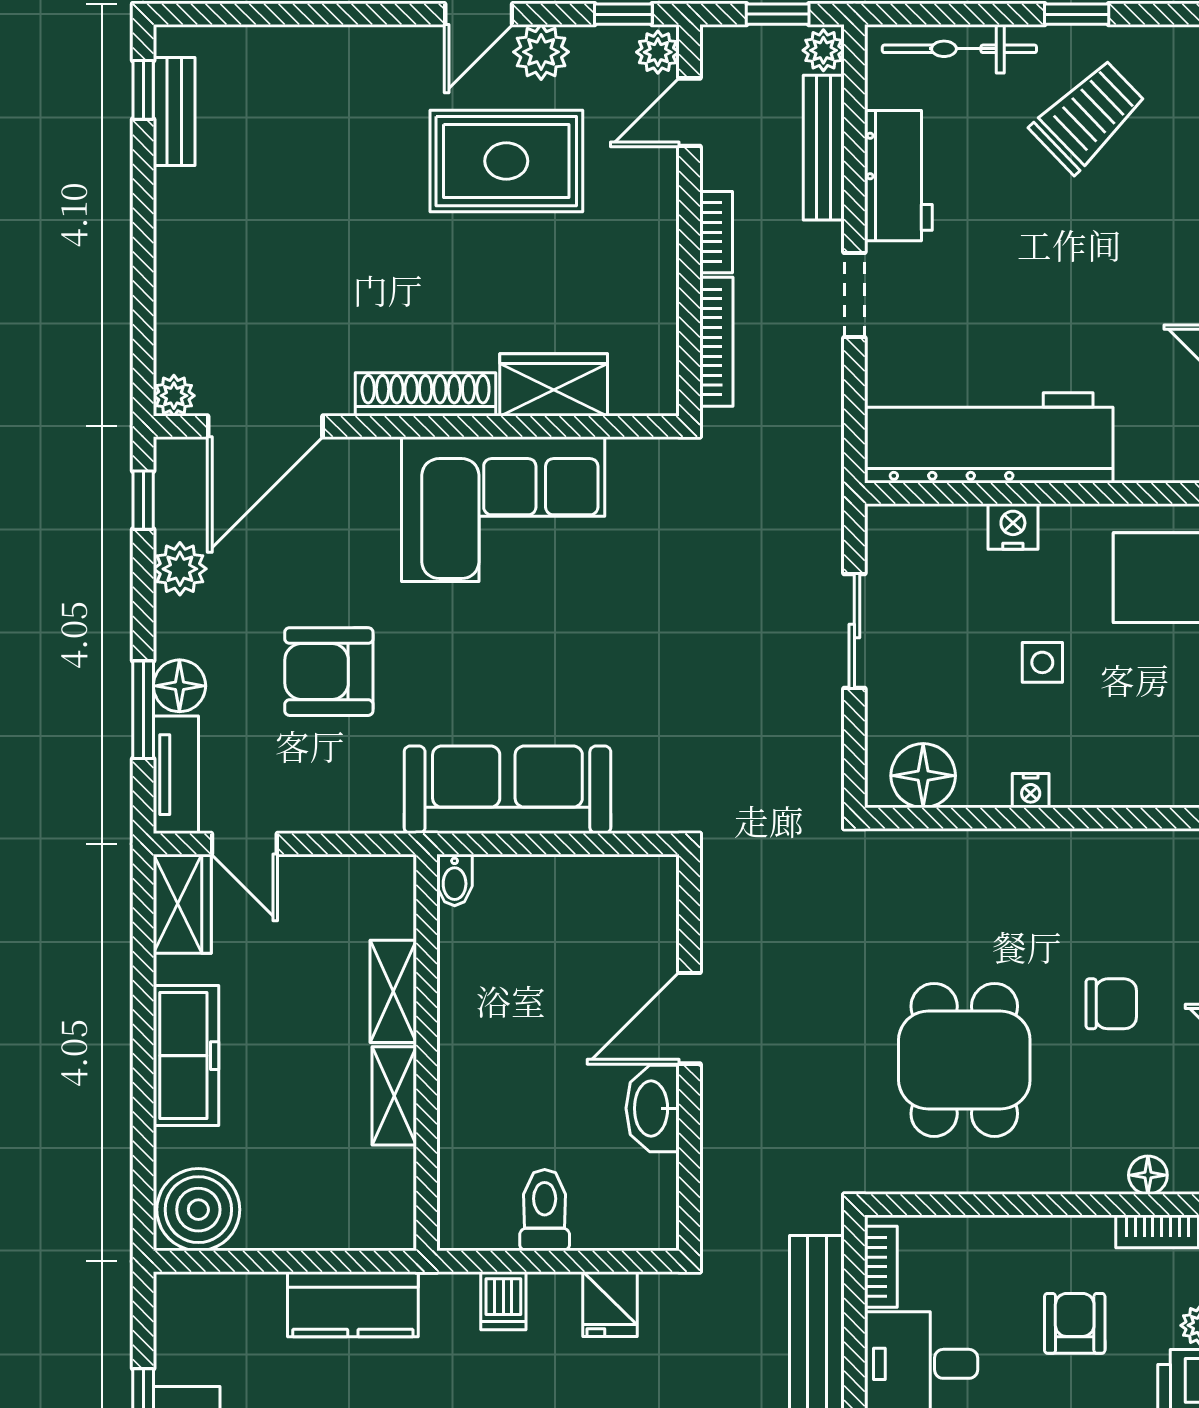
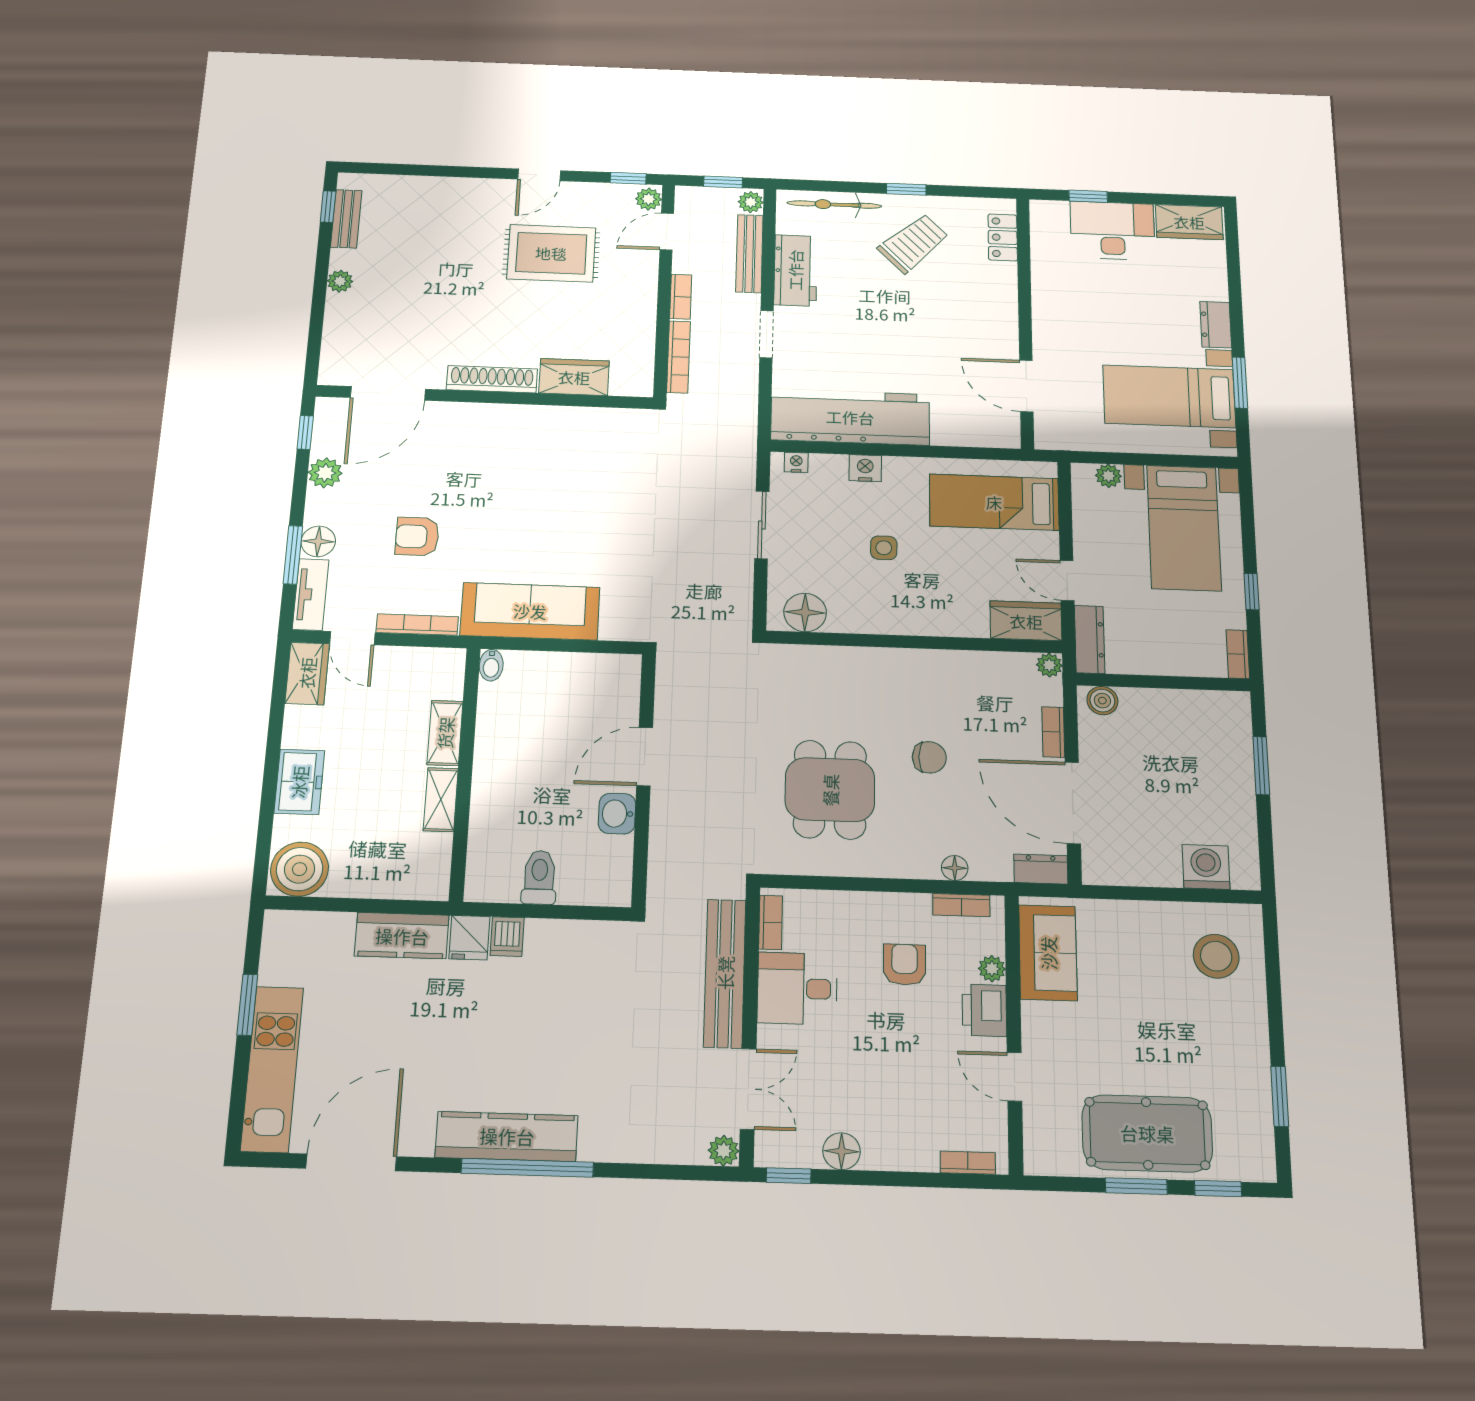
plant: (541, 52) -> (576, 196), removed
plant: (174, 396) -> (340, 281), moved
corner sofa: (503, 509) -> (537, 446), removed
armchair: (329, 672) -> (417, 536), width x0.72, depth x0.72
nightstand: (1031, 791) -> (796, 462), moved, turned 180
bookcase: (339, 818) -> (417, 625), added
freezer: (186, 1056) -> (299, 782), width x0.71
washbasin: (653, 1108) -> (617, 814), width x0.72
fridge: (610, 1304) -> (469, 938), moved

